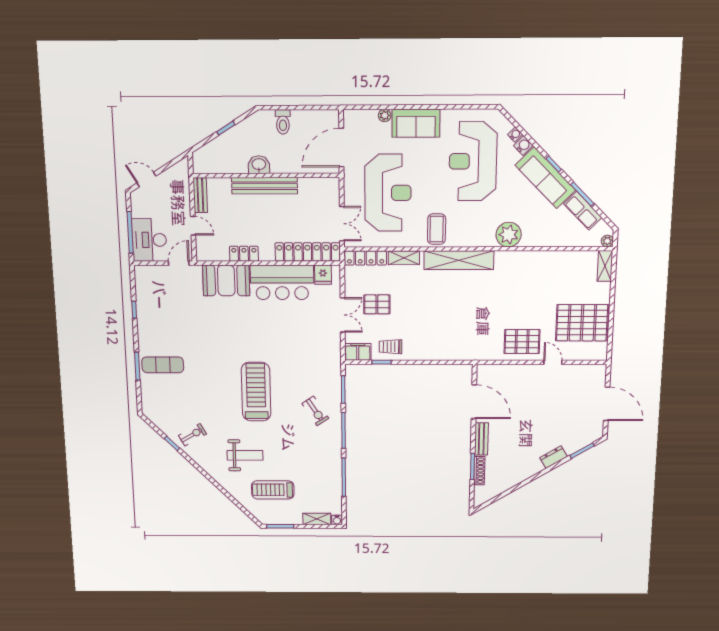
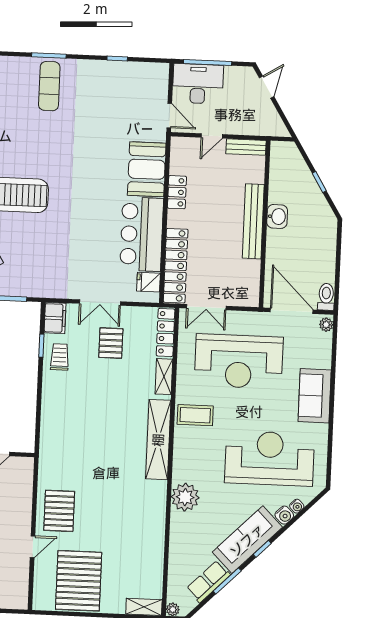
plant: (385, 115) -> (326, 325), moved
toilet: (283, 122) -> (326, 297), moved, turned 90

